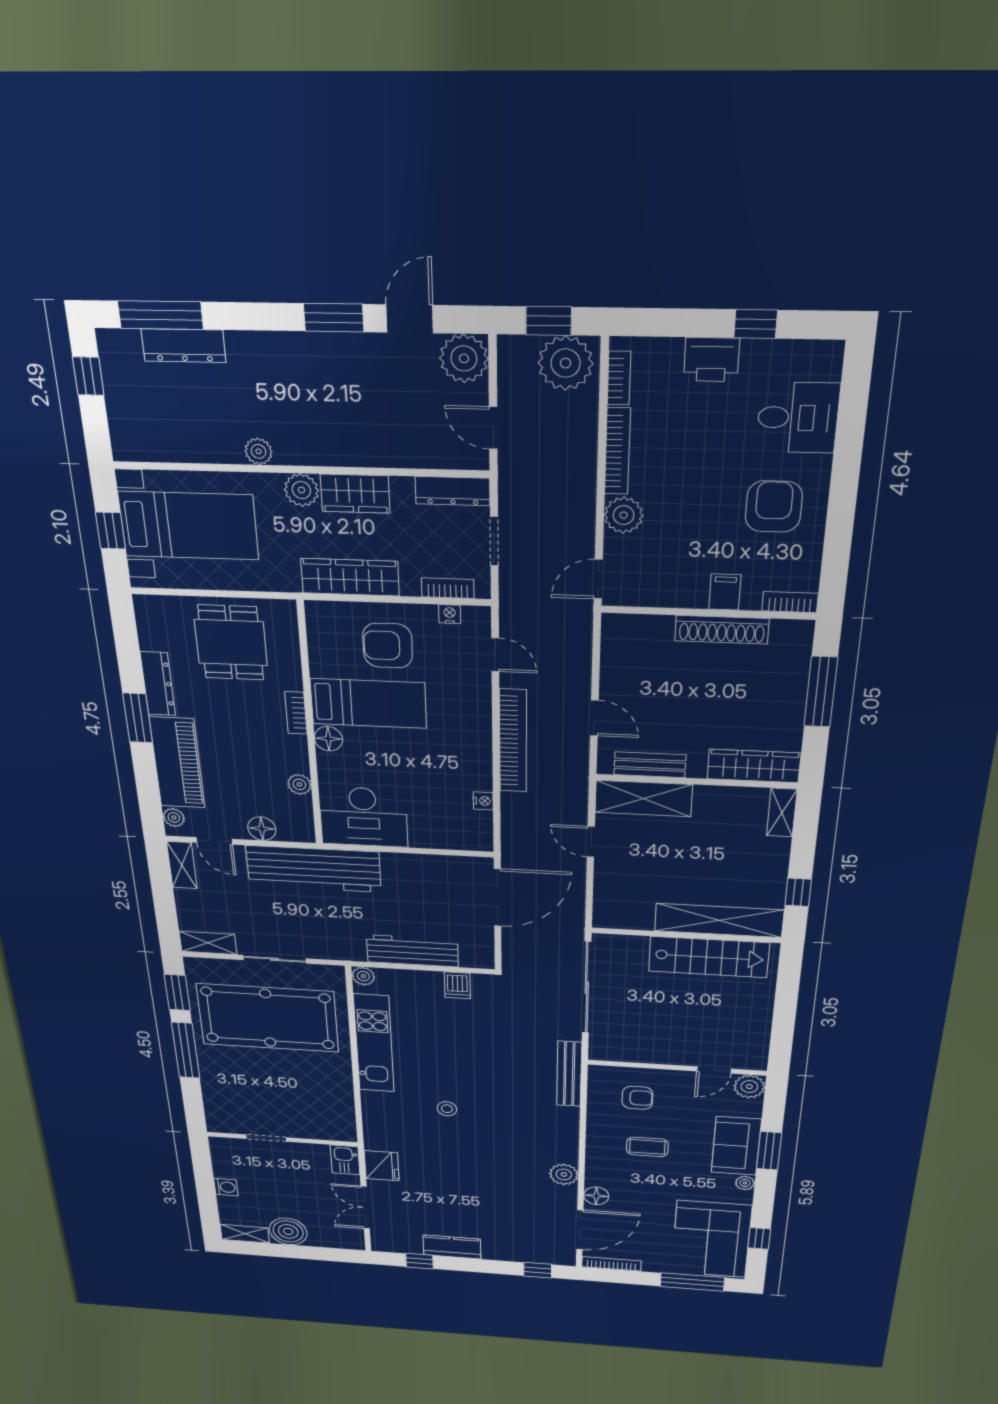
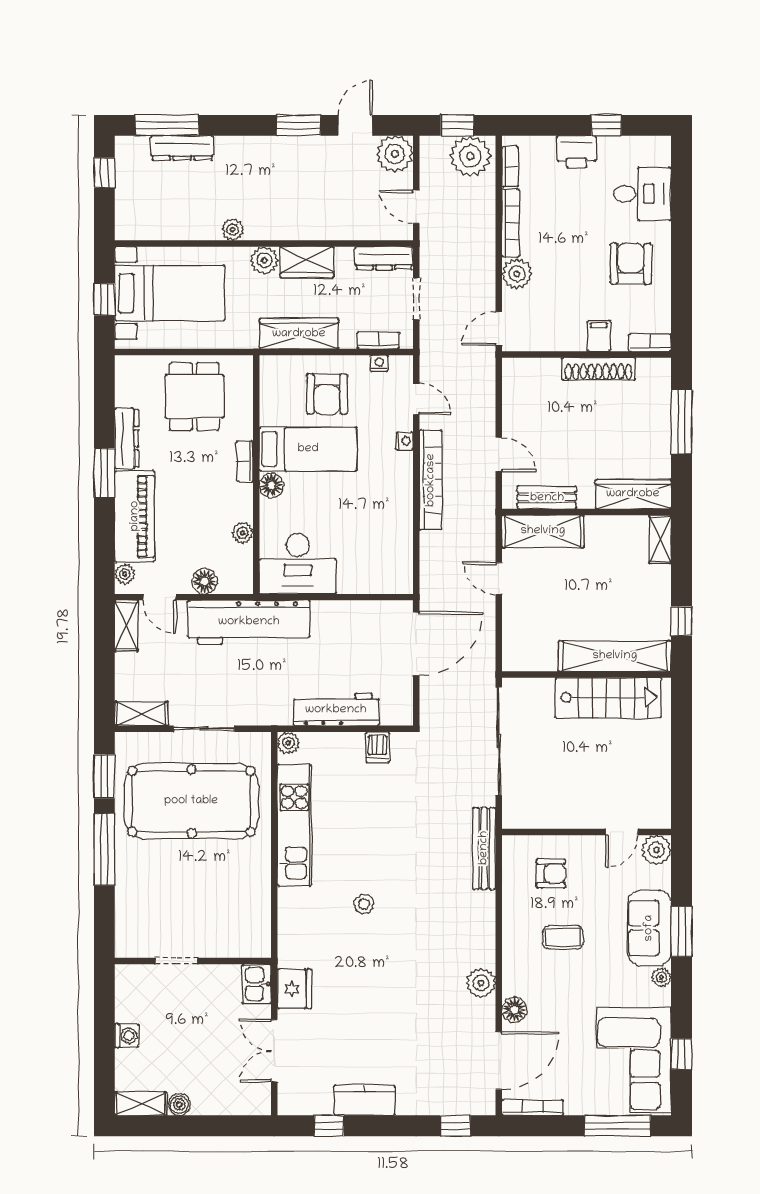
armchair: (388, 646) -> (327, 394), turned -90
nightstand: (483, 801) -> (405, 441), moved
boiler: (288, 1231) -> (179, 1105), width x0.54, depth x0.54

